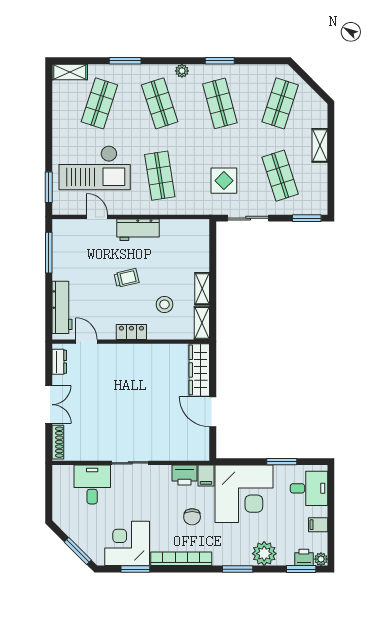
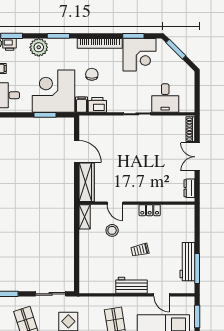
shelving: (202, 289) -> (84, 242), removed
workbench: (62, 307) -> (187, 262), moved
locker: (131, 332) -> (150, 210), moved
door: (86, 342) -> (115, 203), moved
window: (282, 462) -> (45, 115), moved

